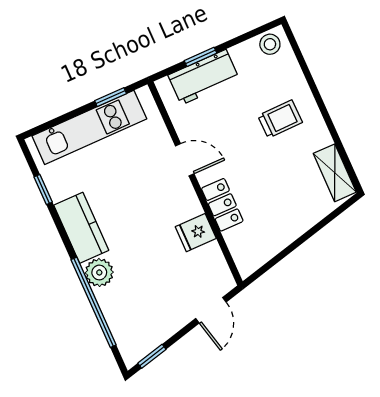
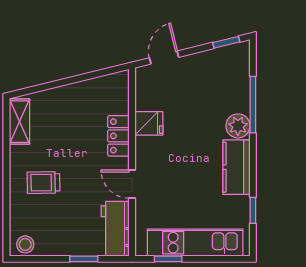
workbench: (204, 77) -> (115, 229), moved, turned -90
window: (94, 302) -> (253, 105), width x0.68

